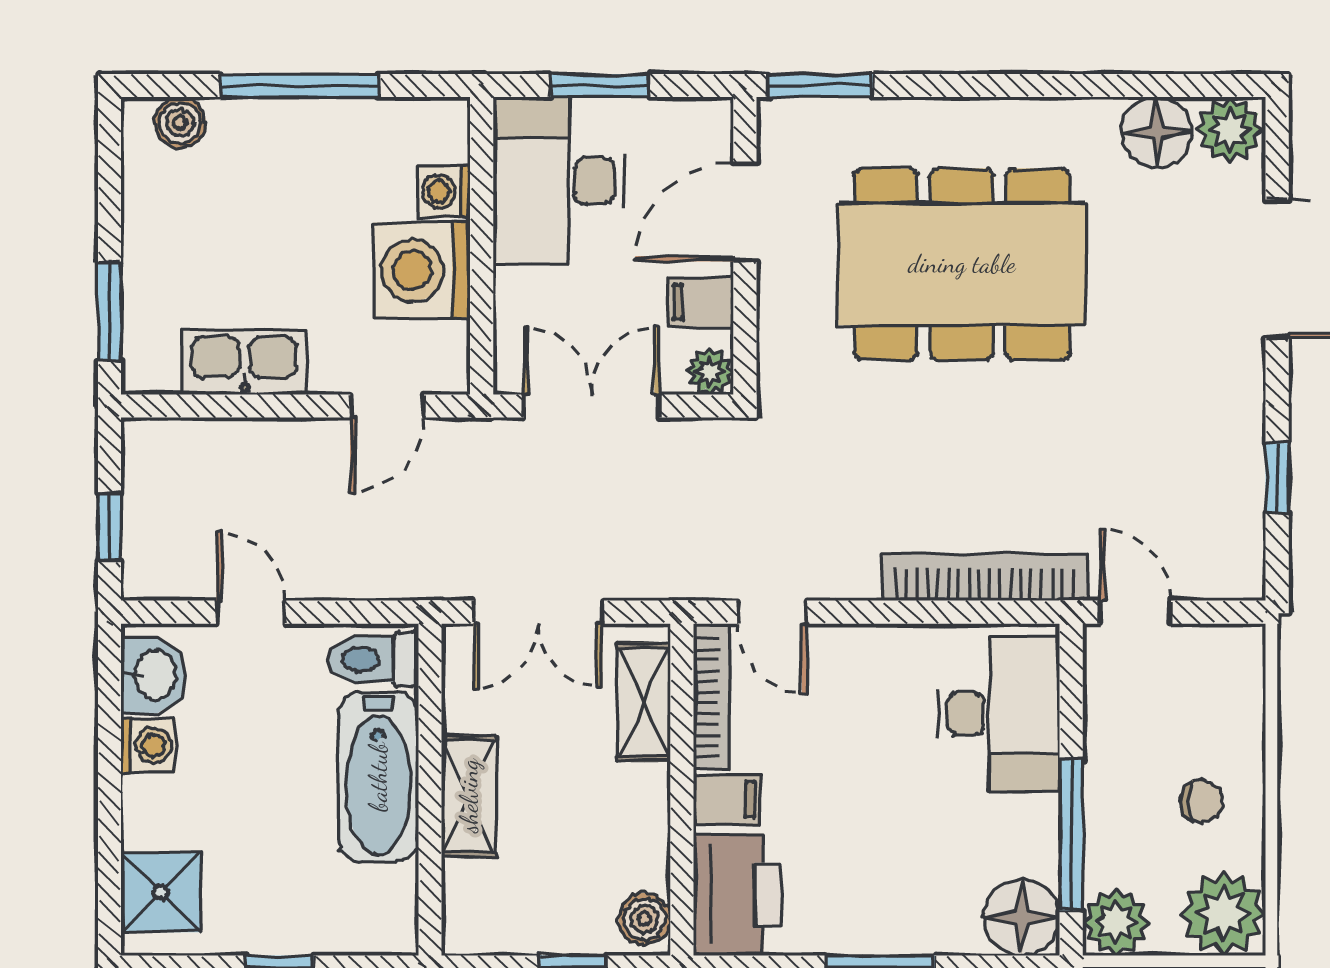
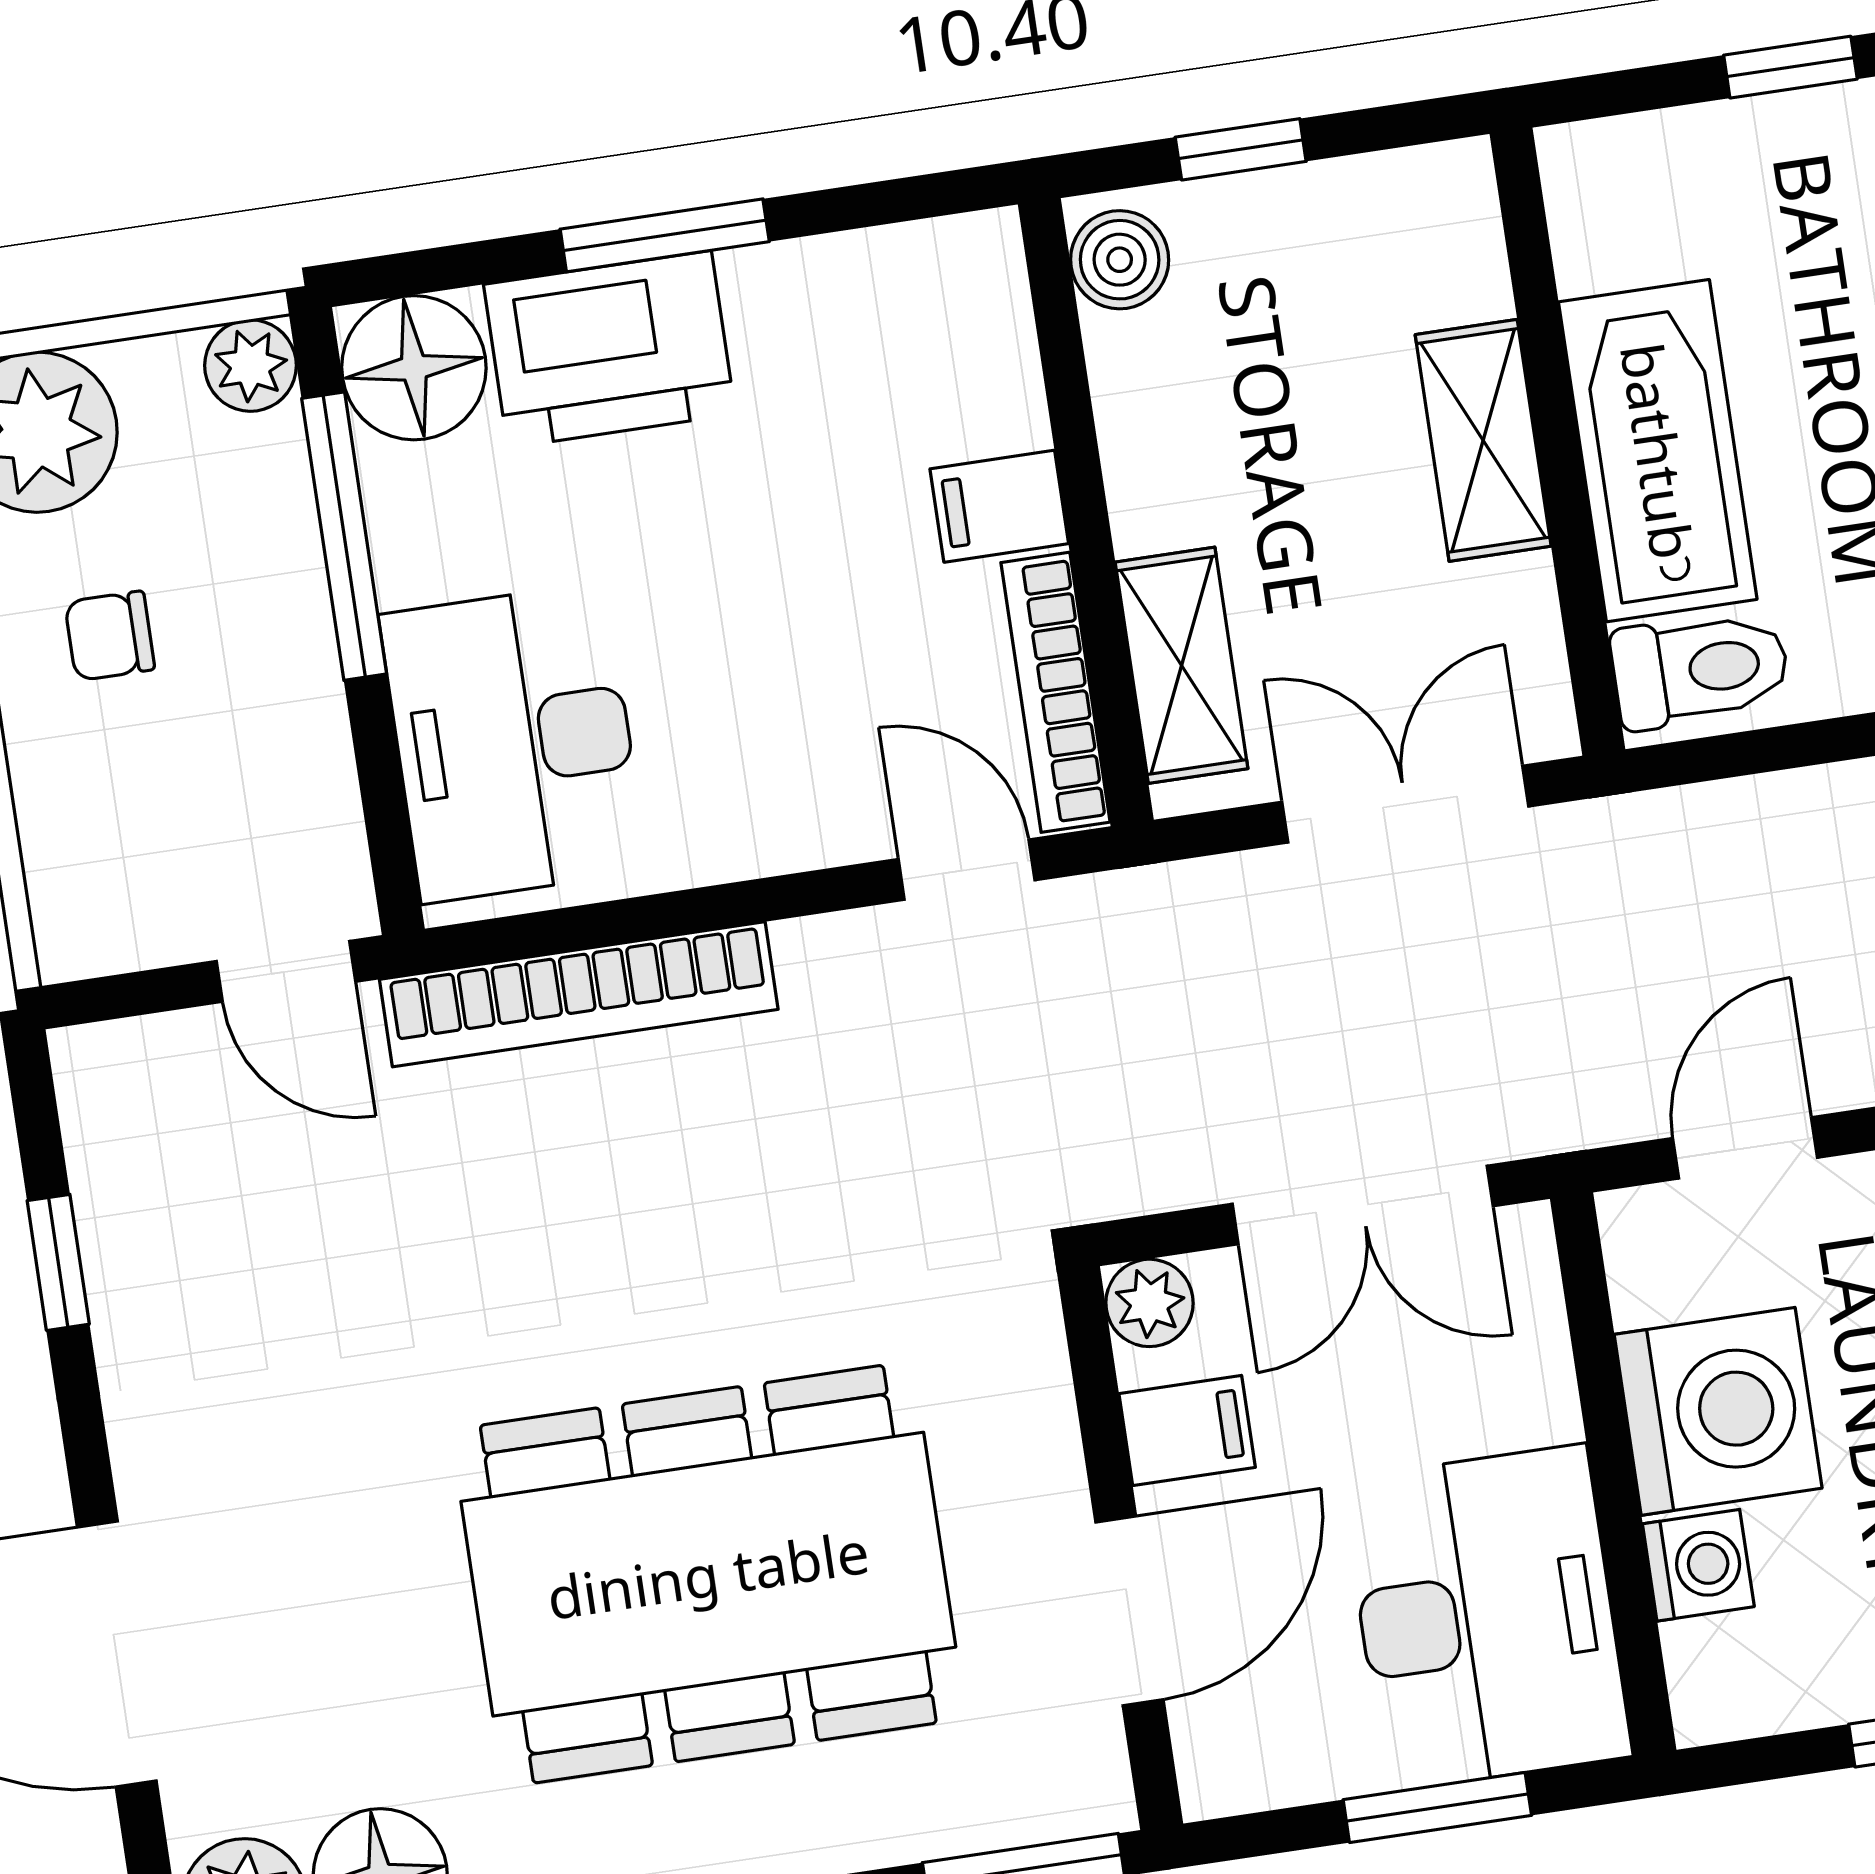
printer: (737, 895) -> (610, 349), moved, turned -90
plant: (1116, 922) -> (250, 365), width x0.73, depth x0.73

